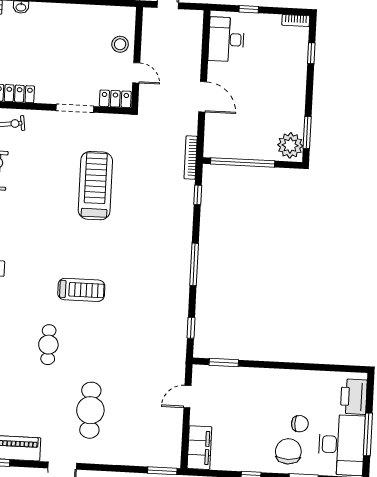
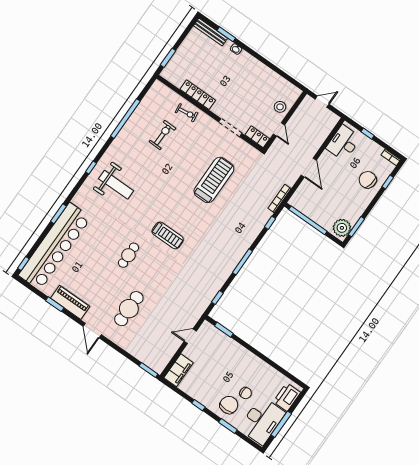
chair: (285, 66) -> (368, 180), added

